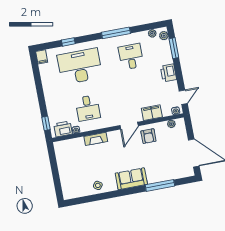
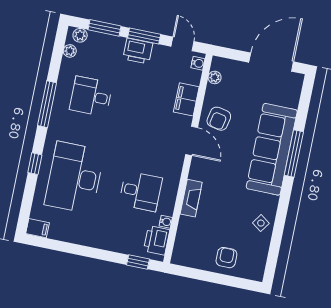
window: (68, 42) -> (35, 164), moved
window: (179, 73) -> (144, 36), added
armchair: (148, 136) -> (219, 119), turned 101
armchair: (70, 174) -> (226, 258), added
sofa: (131, 179) -> (272, 149), width x1.85, depth x1.27
window: (160, 185) -> (294, 153), moved

